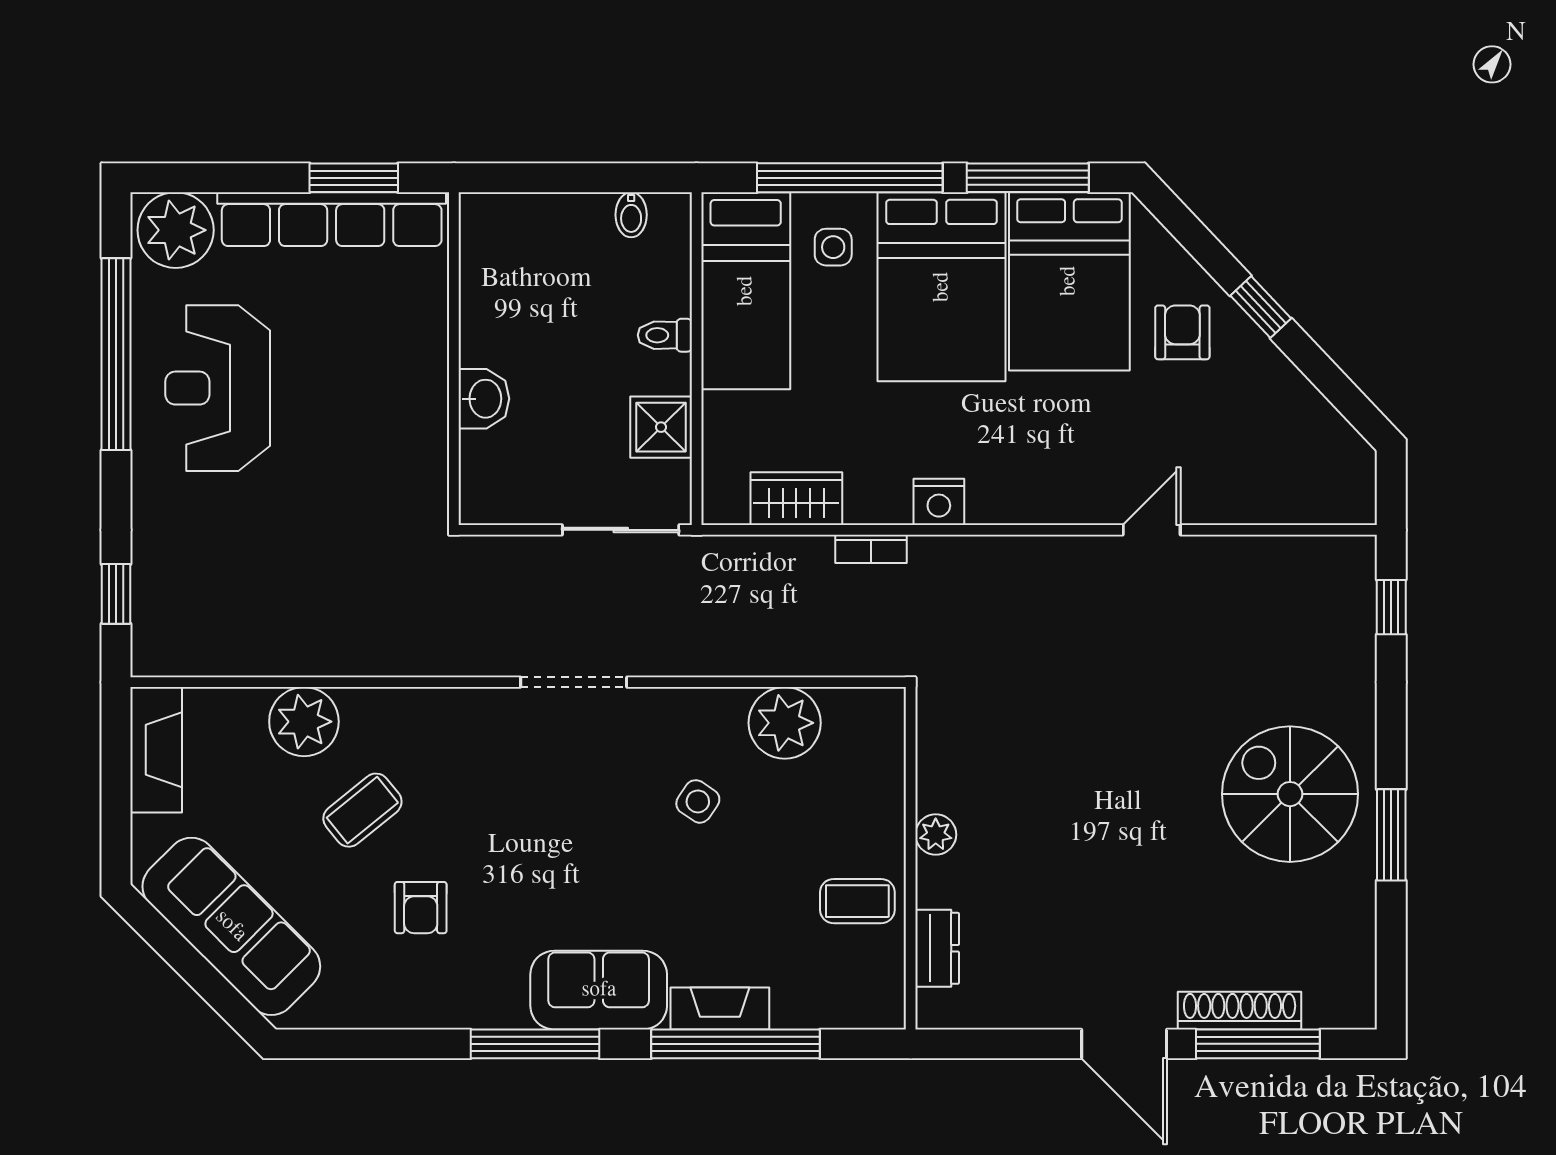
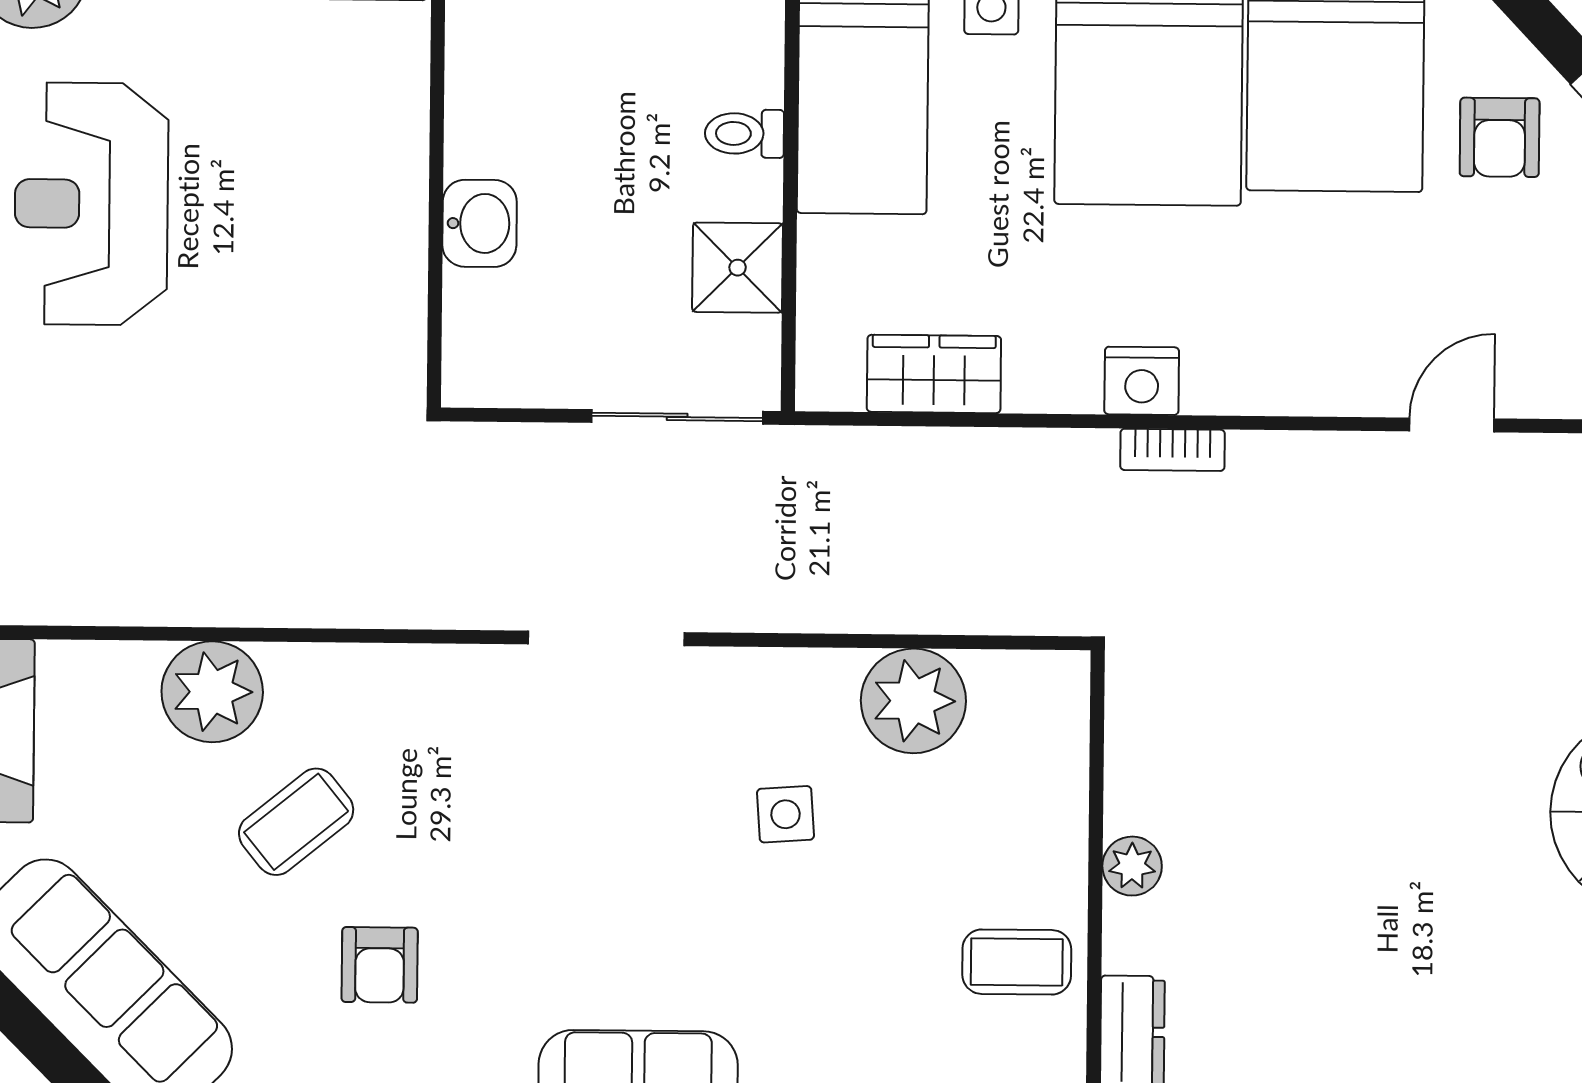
armchair: (1182, 332) -> (1500, 137), turned 180
bookcase: (871, 549) -> (1172, 450), moved
side table: (698, 801) -> (786, 814), turned -38

